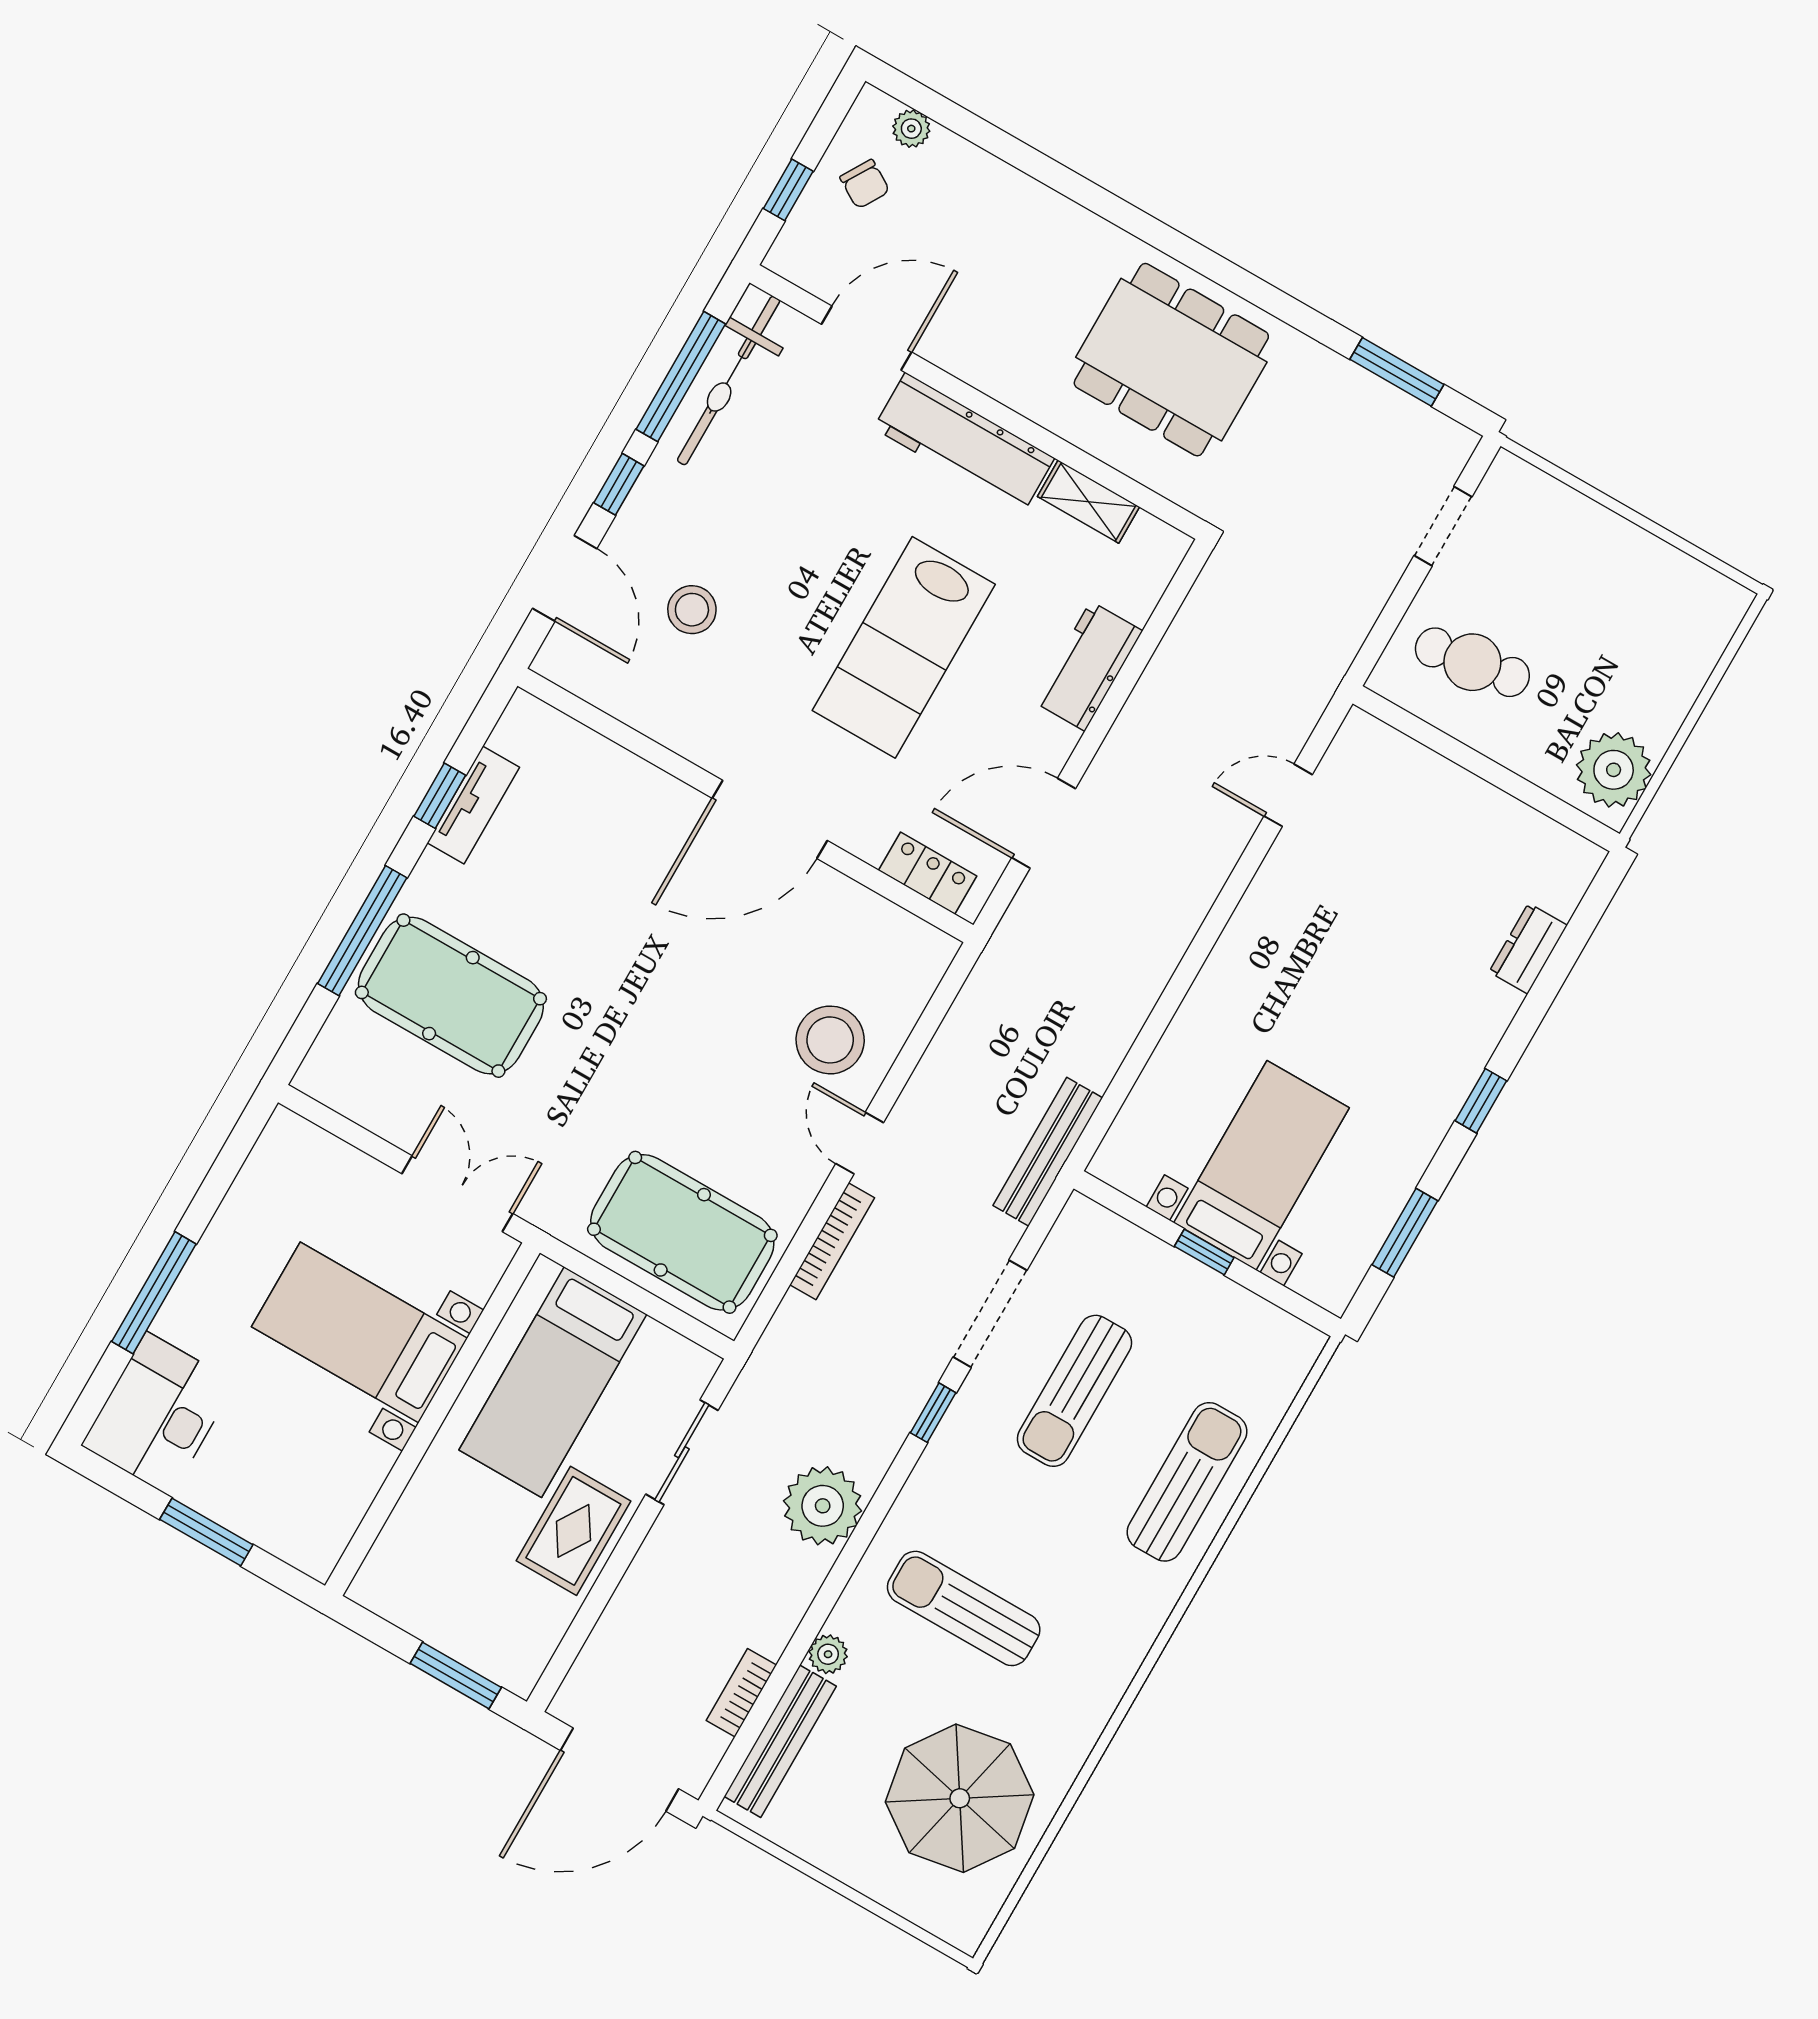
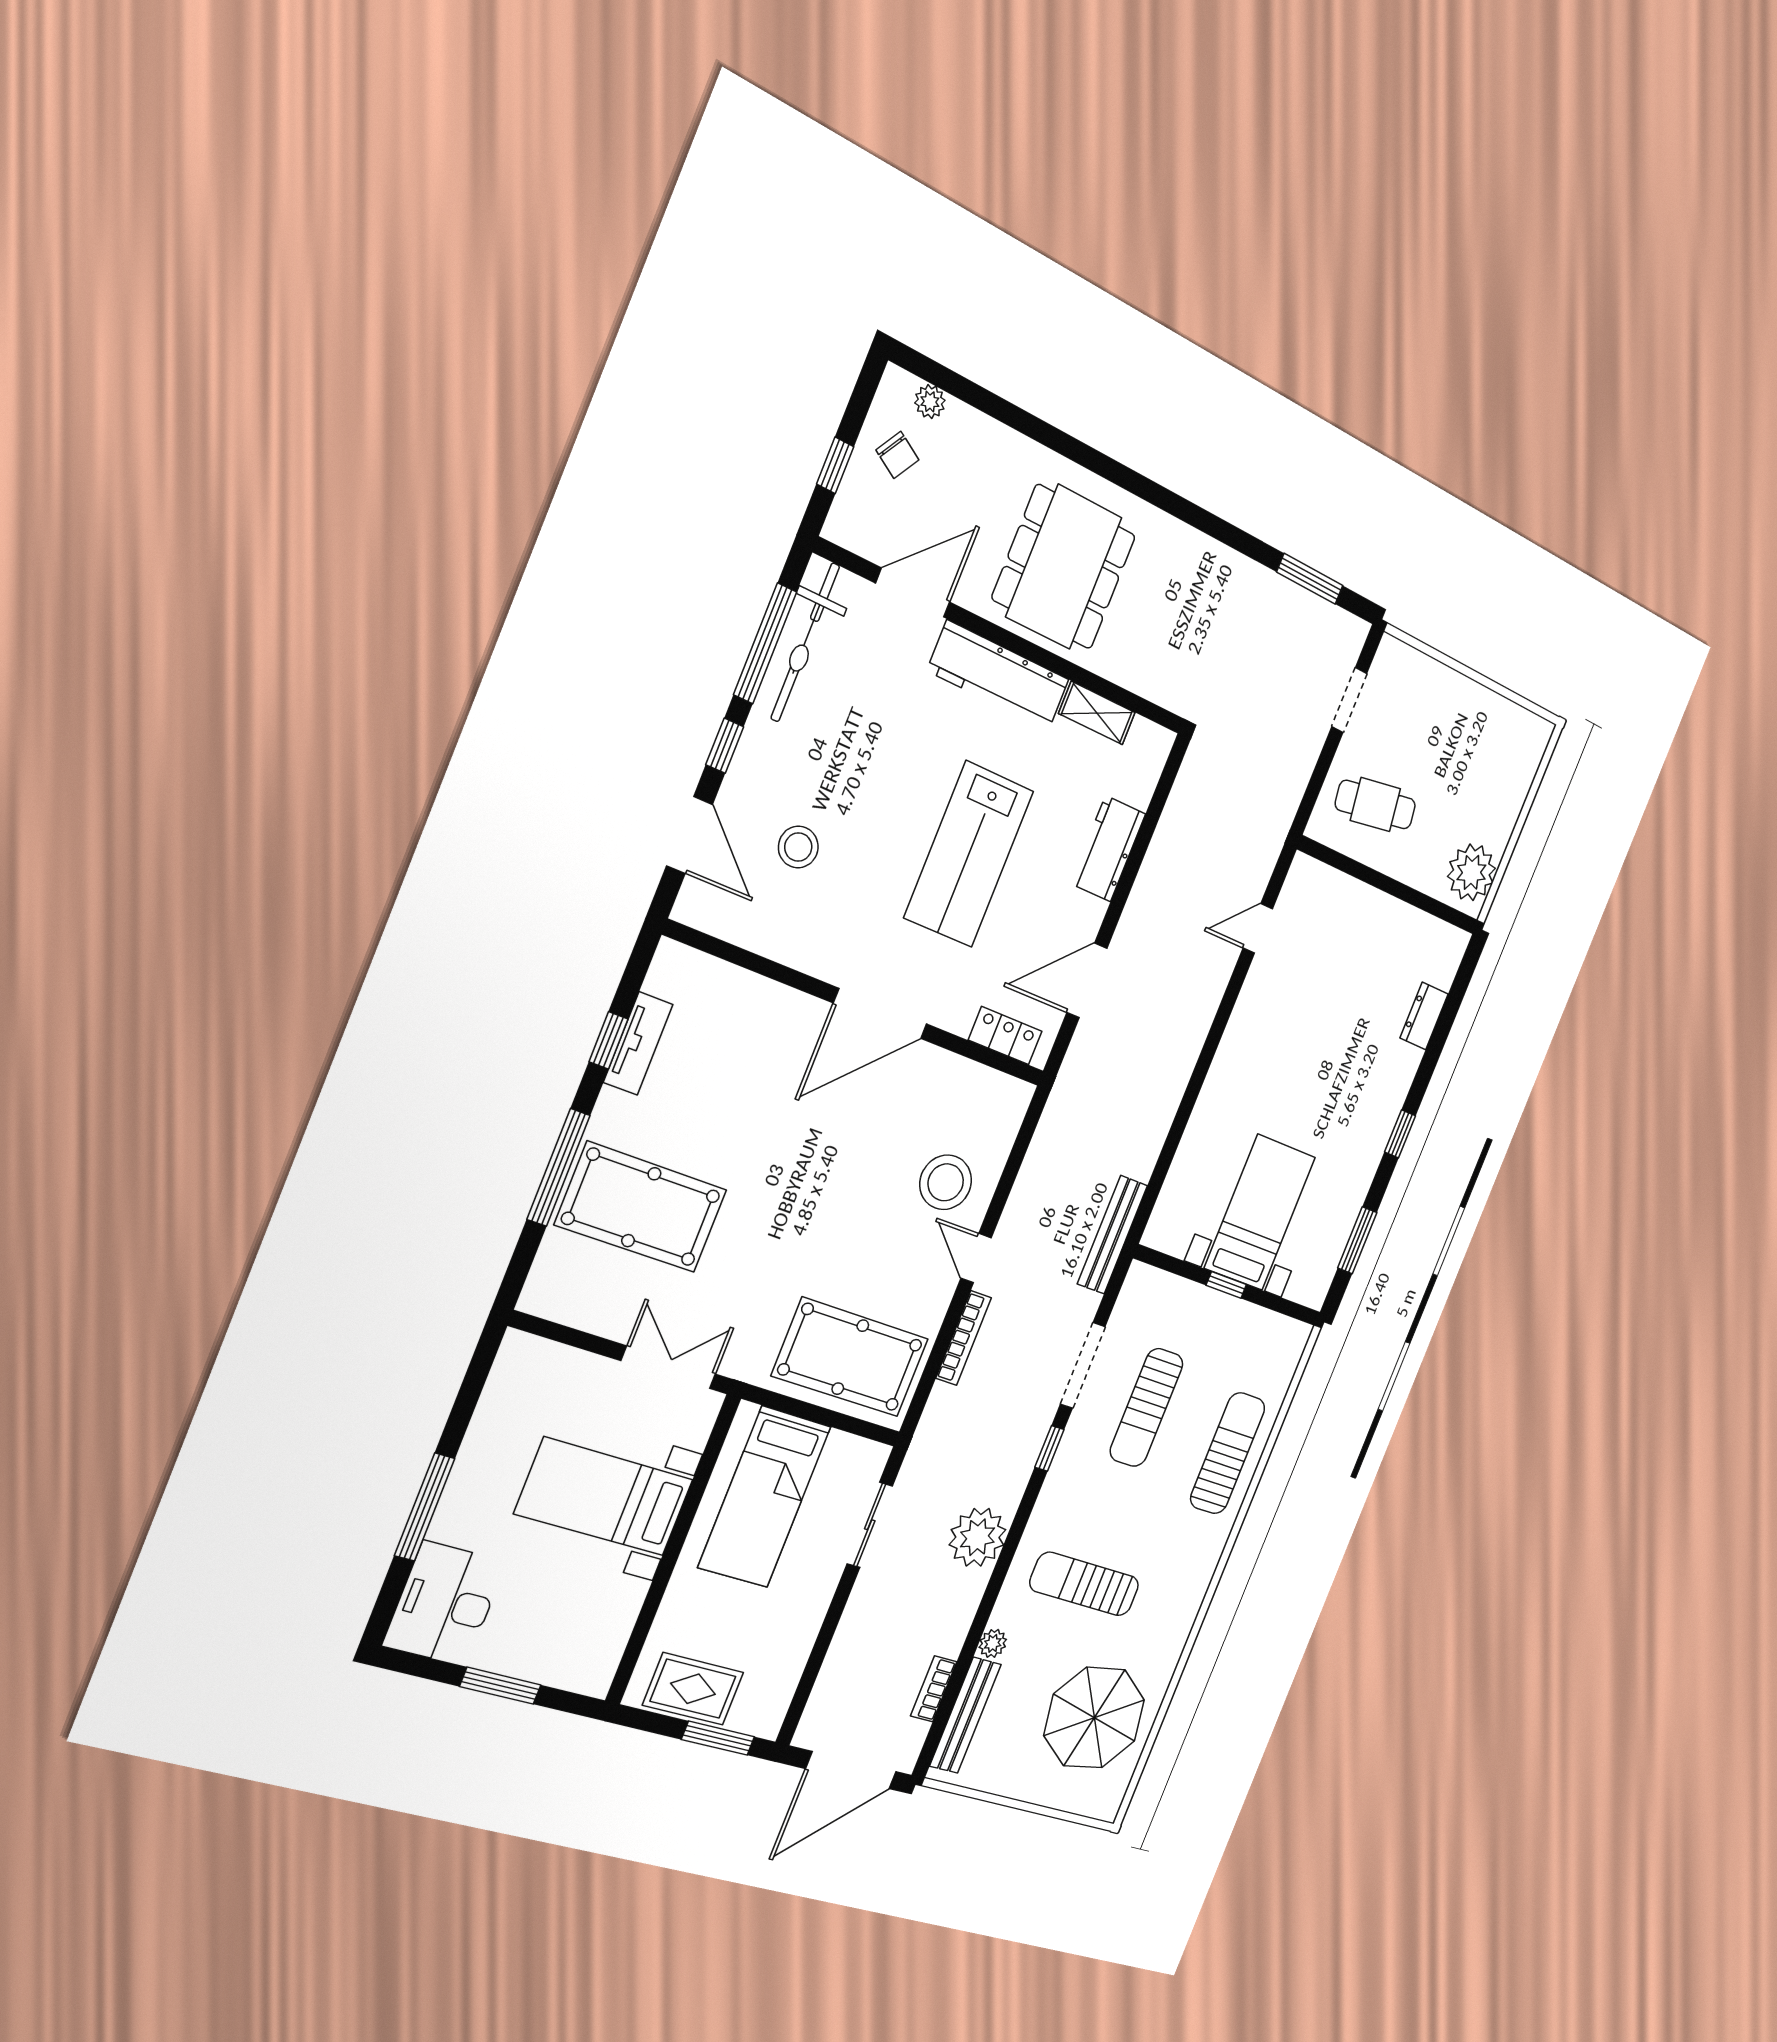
dining table: (1171, 360) -> (1064, 567), moved, turned 90
rug: (573, 1531) -> (693, 1689), moved, turned 90

